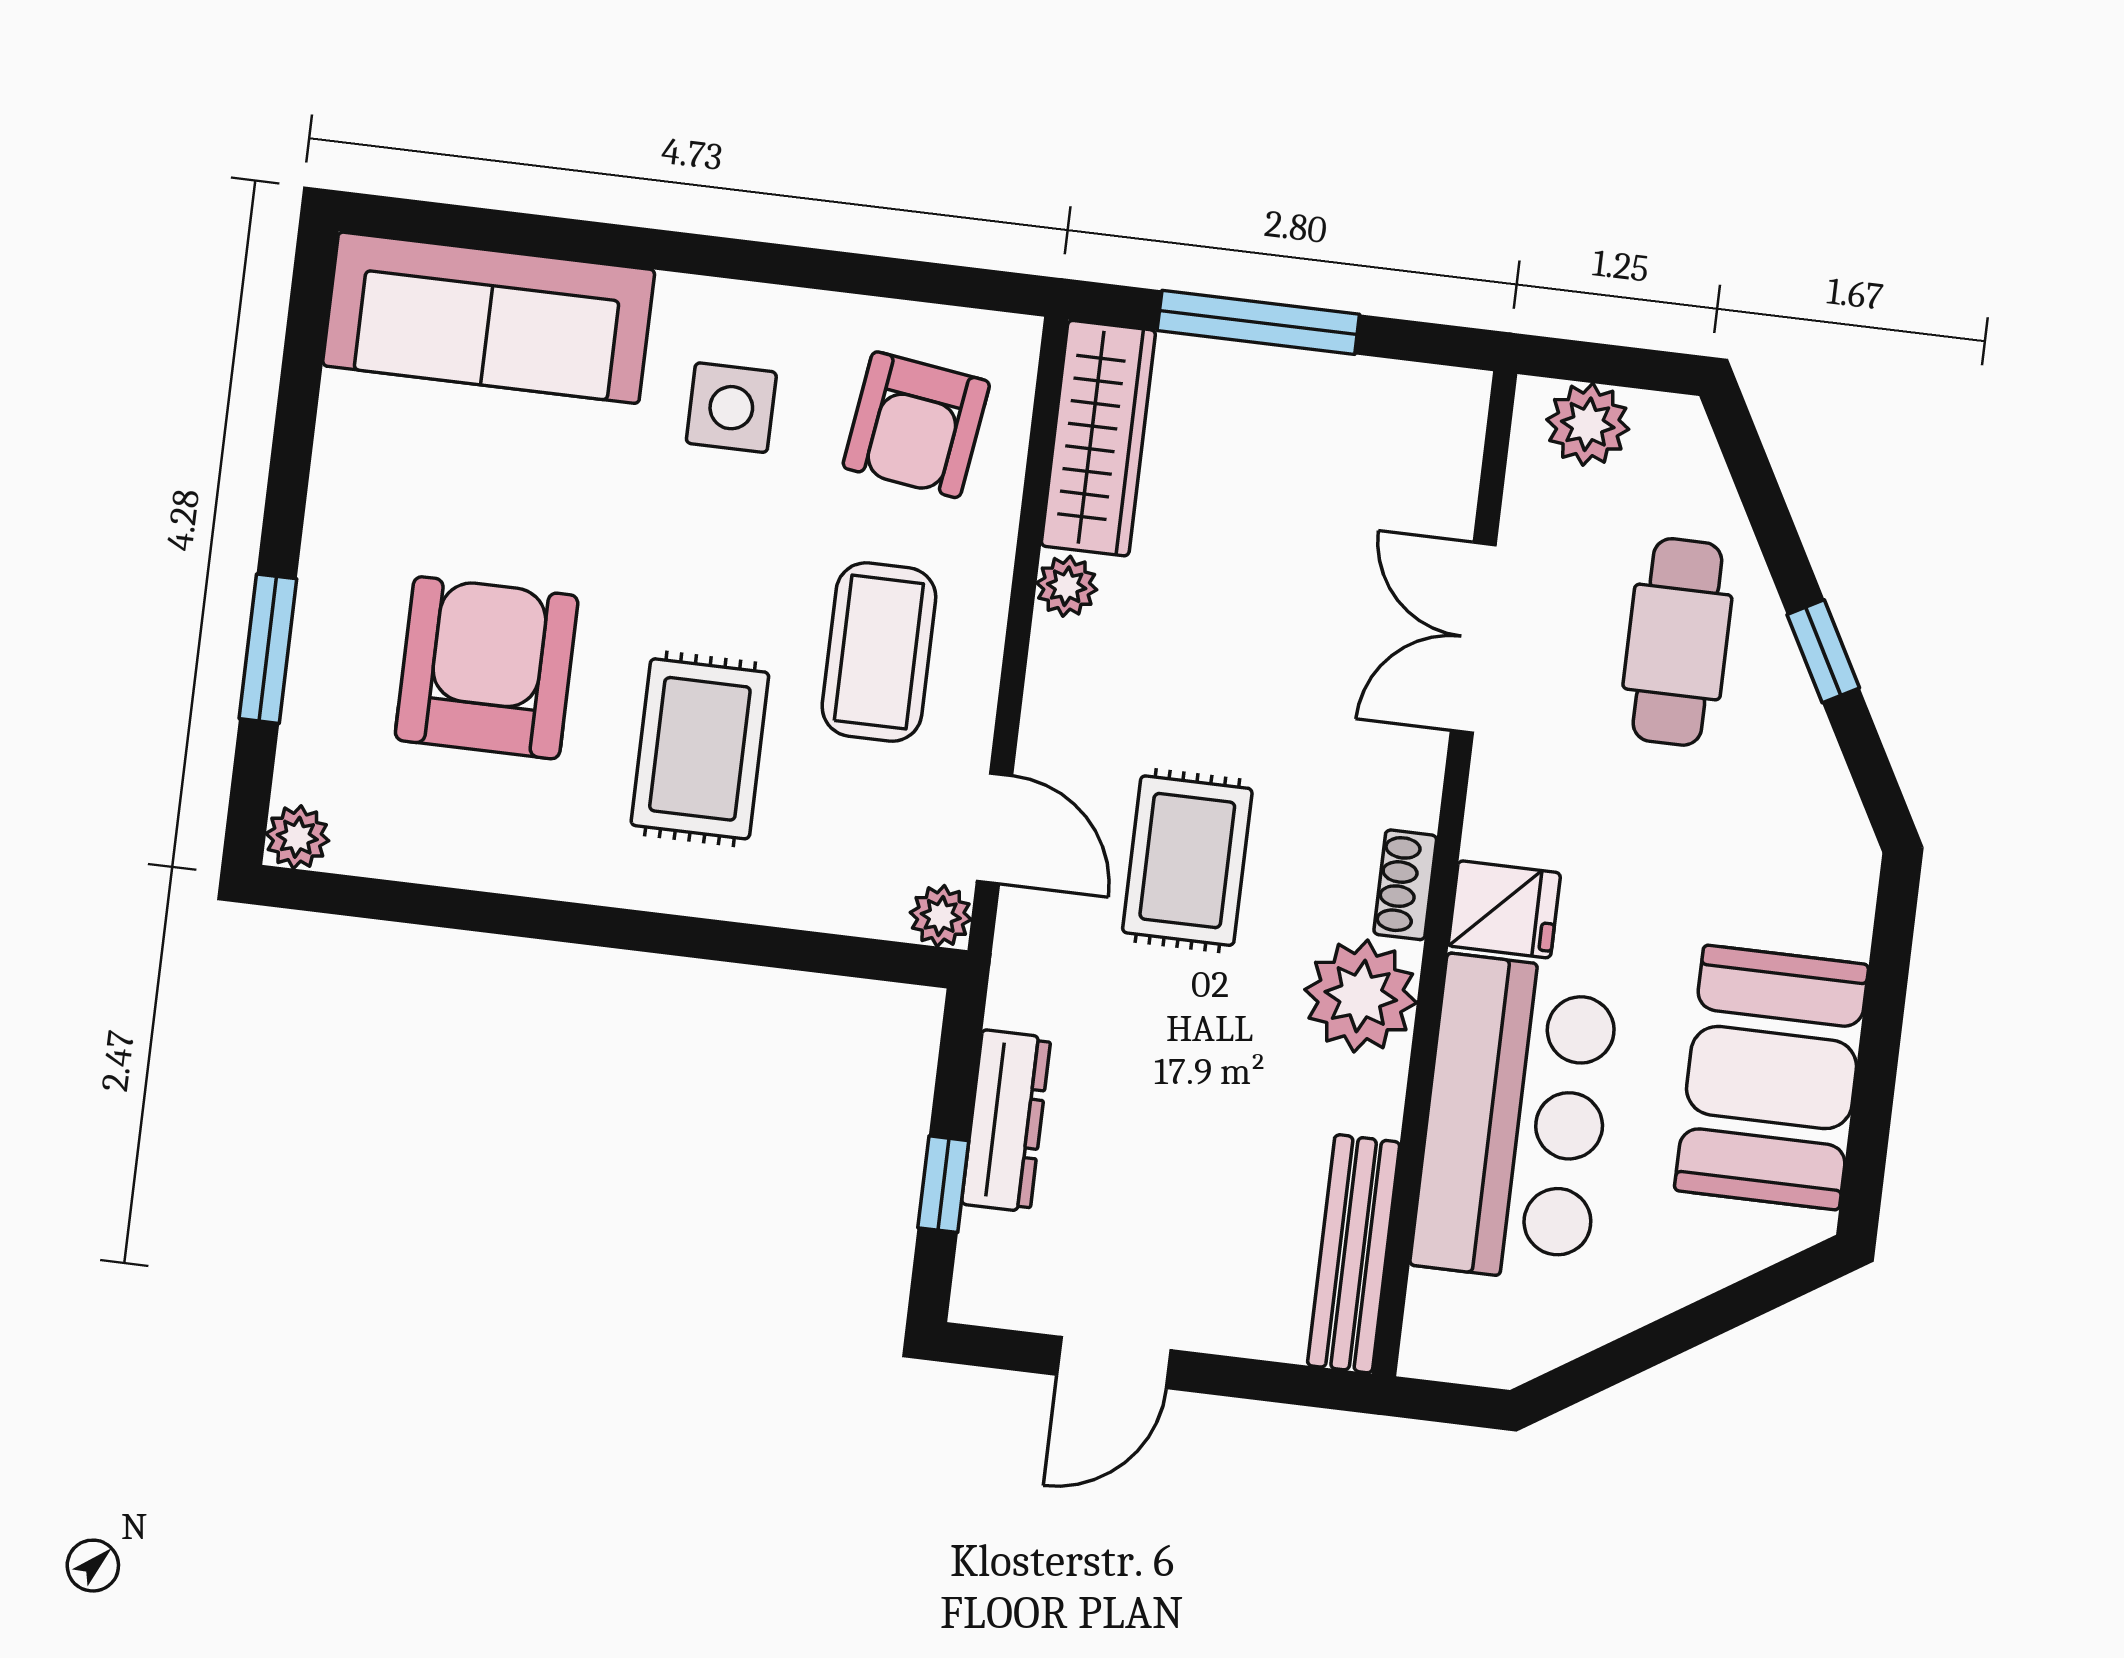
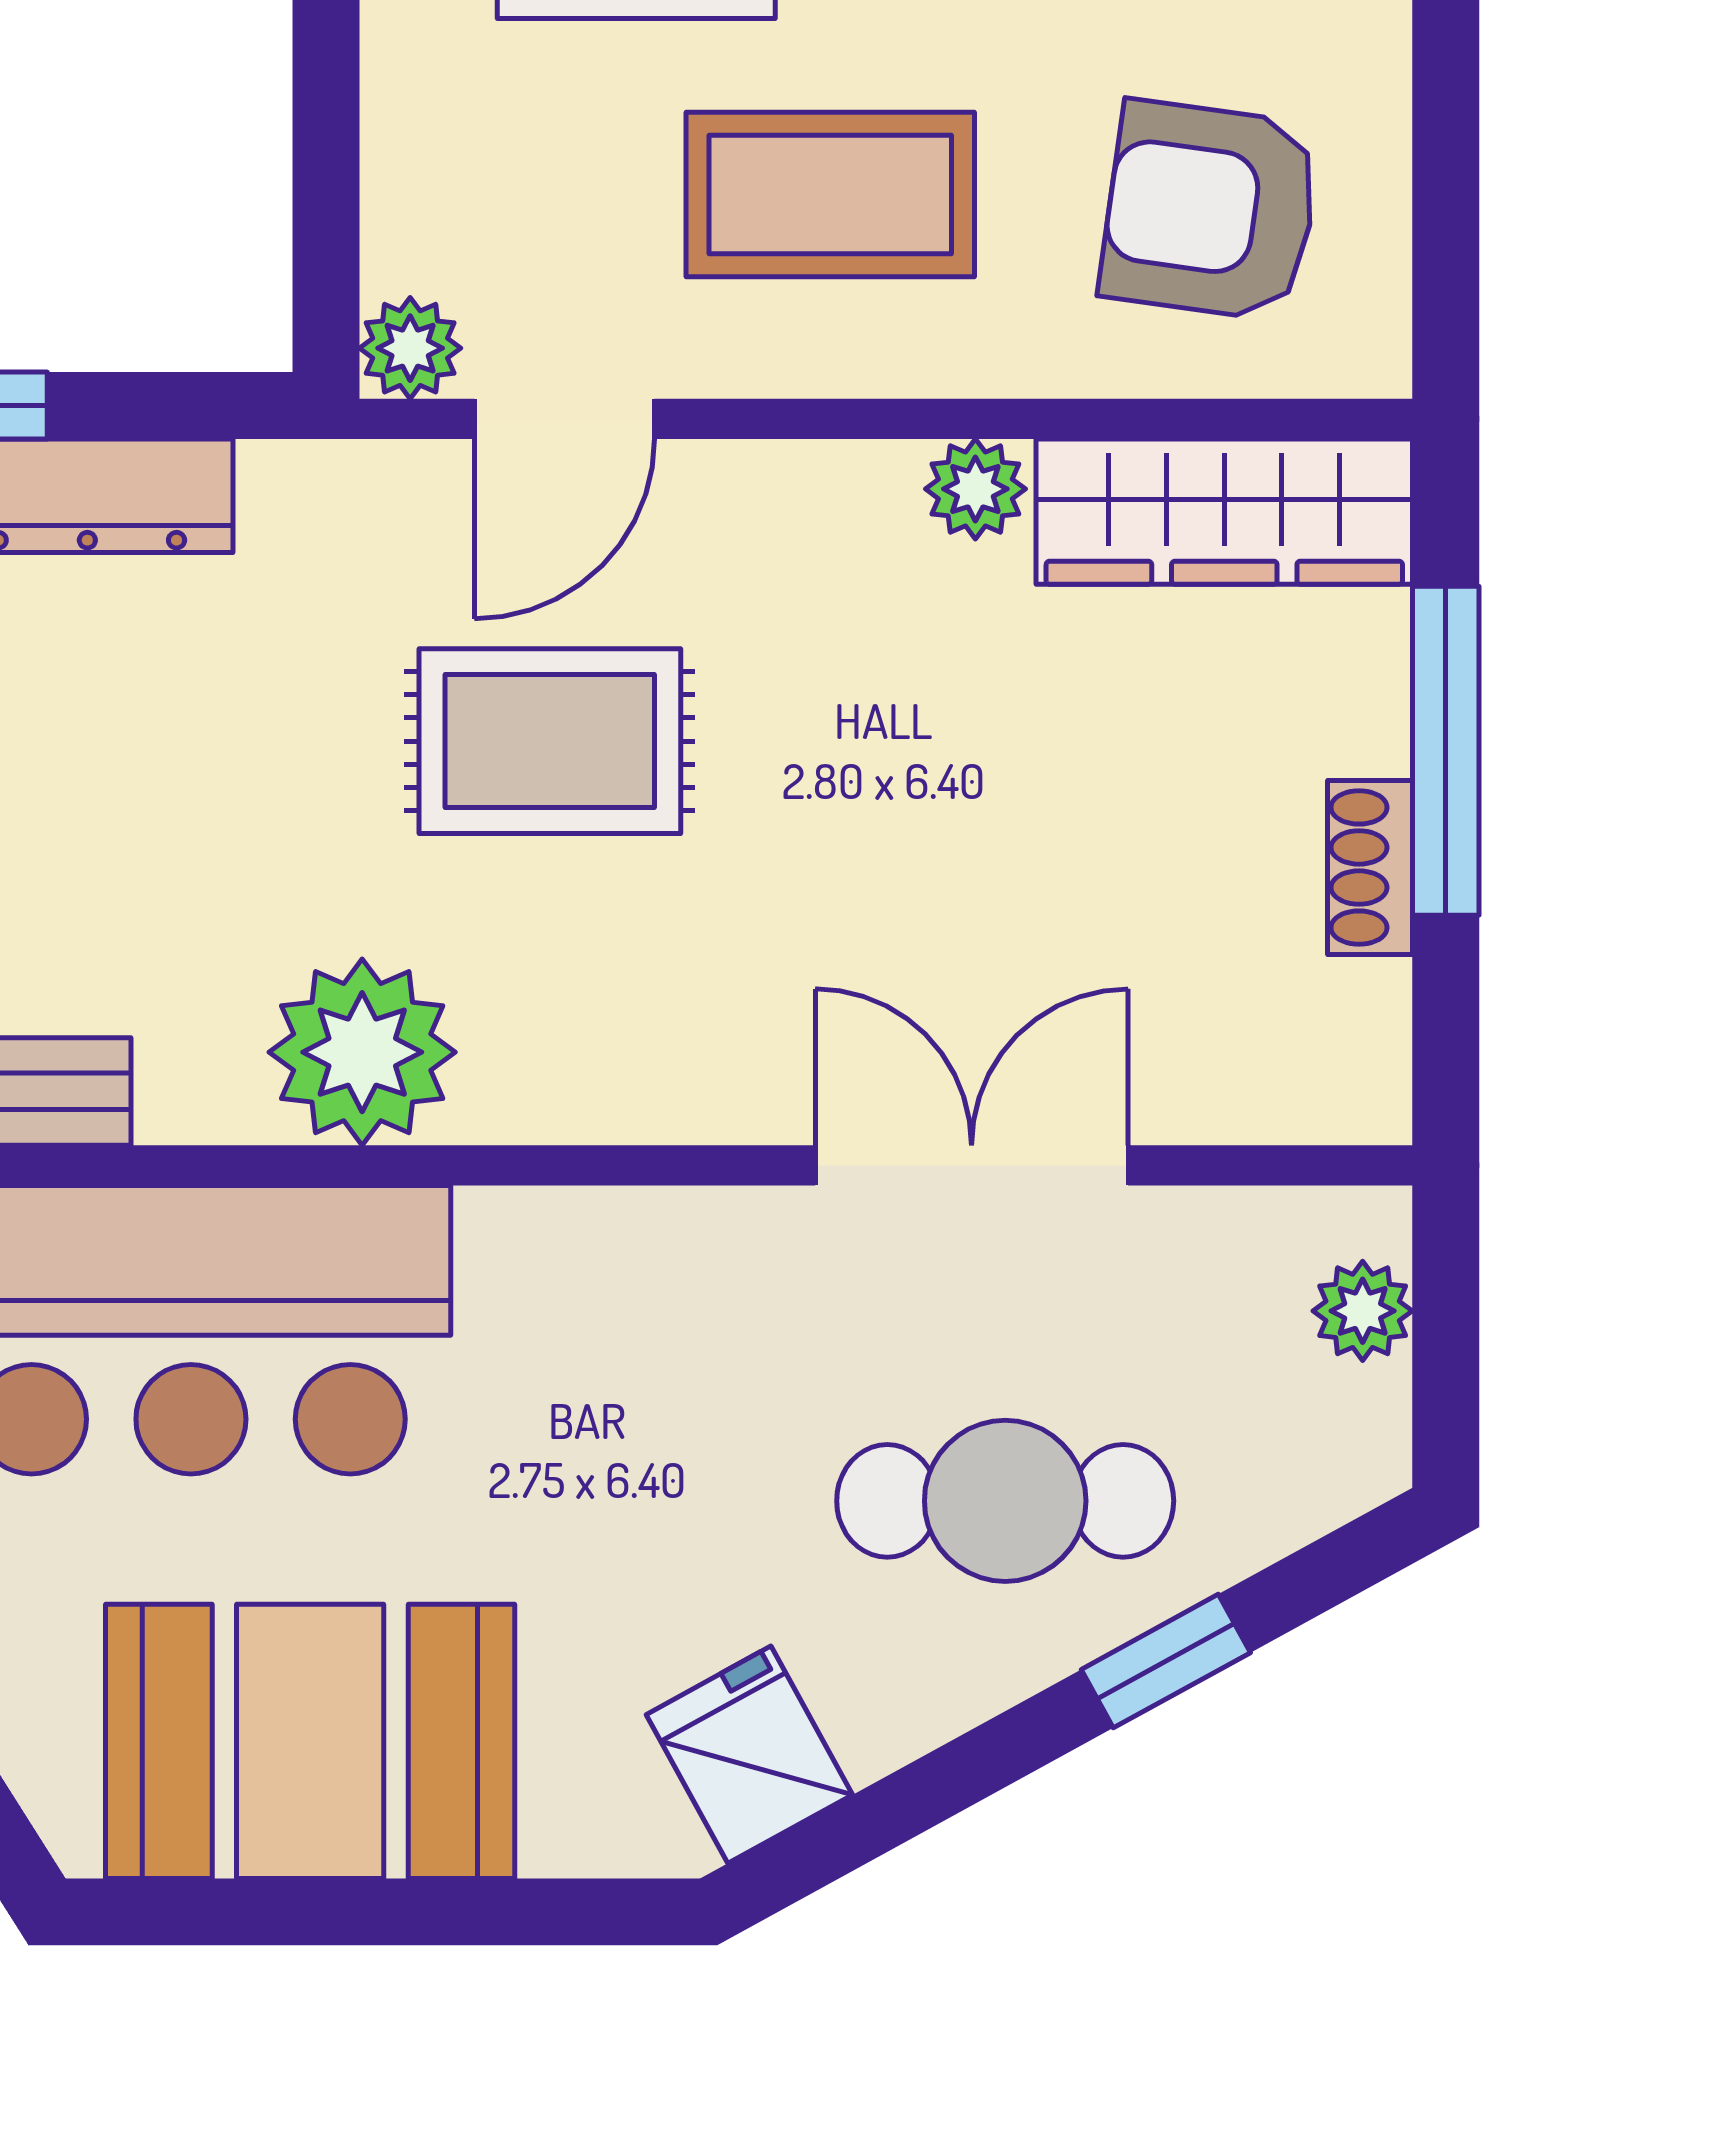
plant: (1588, 424) -> (1363, 1311), width x0.73, depth x0.73
window: (1823, 651) -> (1166, 1661), moved
shoe rack: (1405, 885) -> (1370, 868), moved, turned -90
fridge: (1504, 909) -> (749, 1755), moved, turned 151

